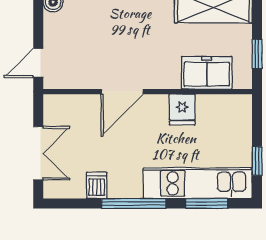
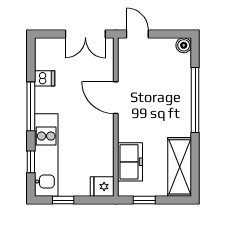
fridge: (182, 110) -> (102, 187), moved
double door: (38, 153) -> (85, 34), moved
window: (207, 204) -> (31, 162), width x0.67

